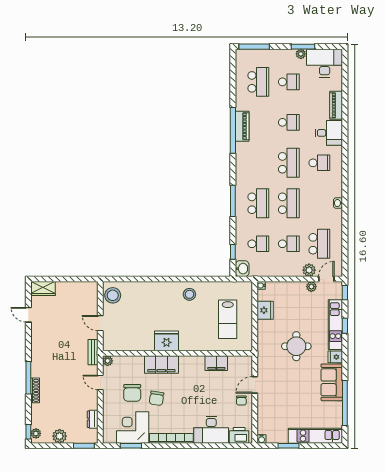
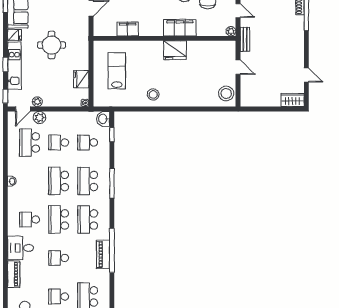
school desk: (258, 163) -> (88, 219), added

